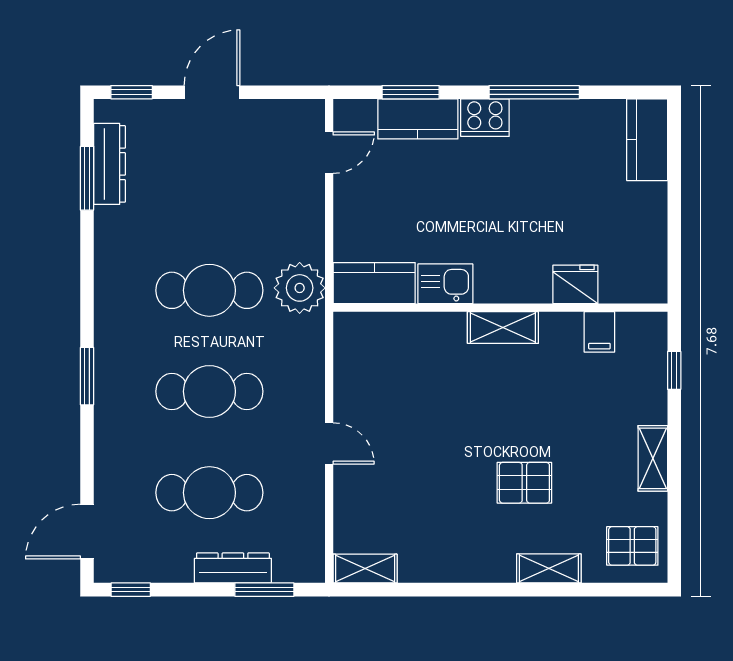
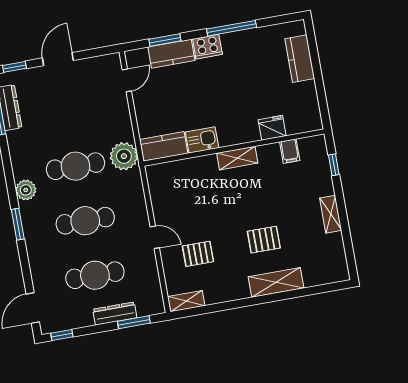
kitchen counter: (647, 140) -> (300, 59), moved
plant: (112, 317) -> (26, 190), added
pallet: (632, 546) -> (198, 254), moved
shelving: (549, 568) -> (276, 282), width x1.50, depth x1.33

